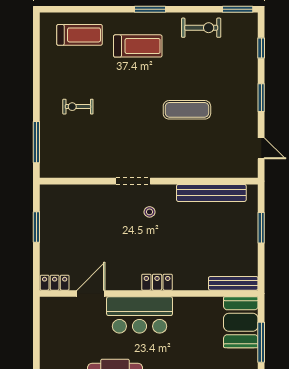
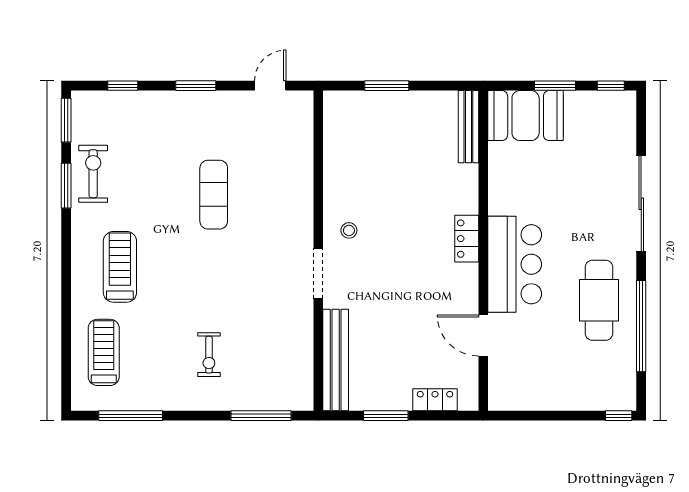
window: (150, 9) -> (66, 186), moved
window: (36, 53) -> (131, 416), added
bench: (211, 193) -> (336, 360), moved
stool: (150, 212) -> (349, 230), moved
locker: (55, 283) -> (435, 400), moved, turned 90
window: (261, 342) -> (555, 86), width x0.69

